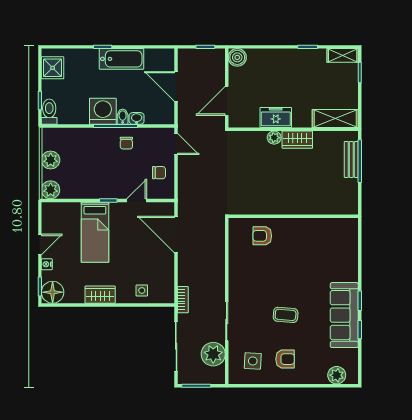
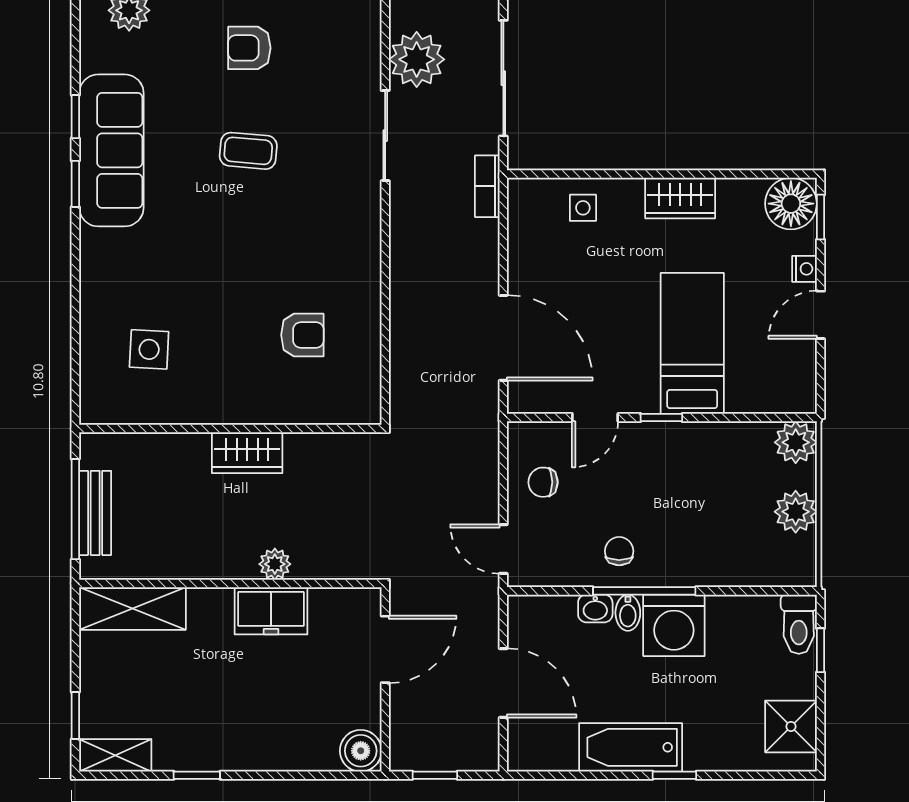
wardrobe: (297, 140) -> (247, 453), moved, turned 180
wall: (293, 216) -> (230, 429), moved
side table: (253, 361) -> (149, 349), moved

